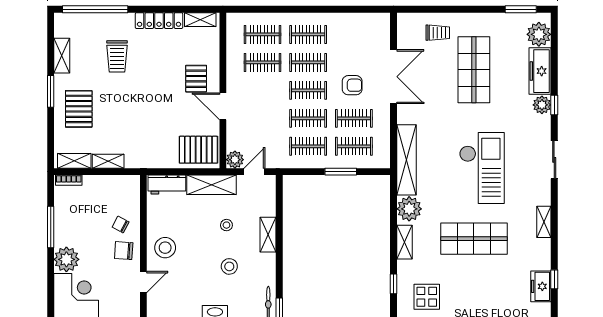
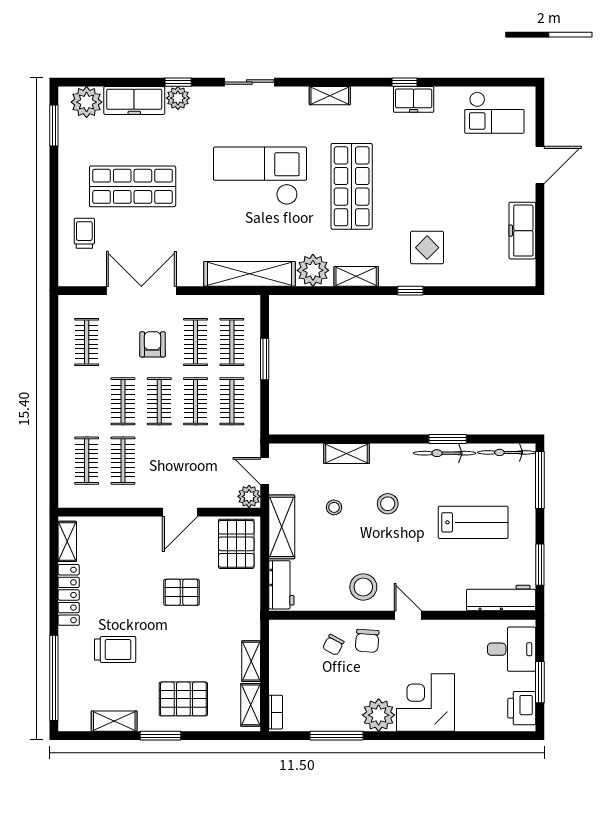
clothes rail: (308, 34) -> (87, 342), moved
pallet: (196, 79) -> (182, 592), moved

